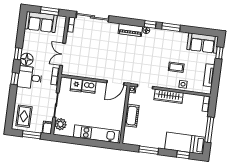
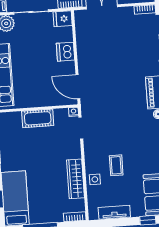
fridge: (76, 85) -> (63, 19), moved
wardrobe: (169, 96) -> (75, 179), moved

